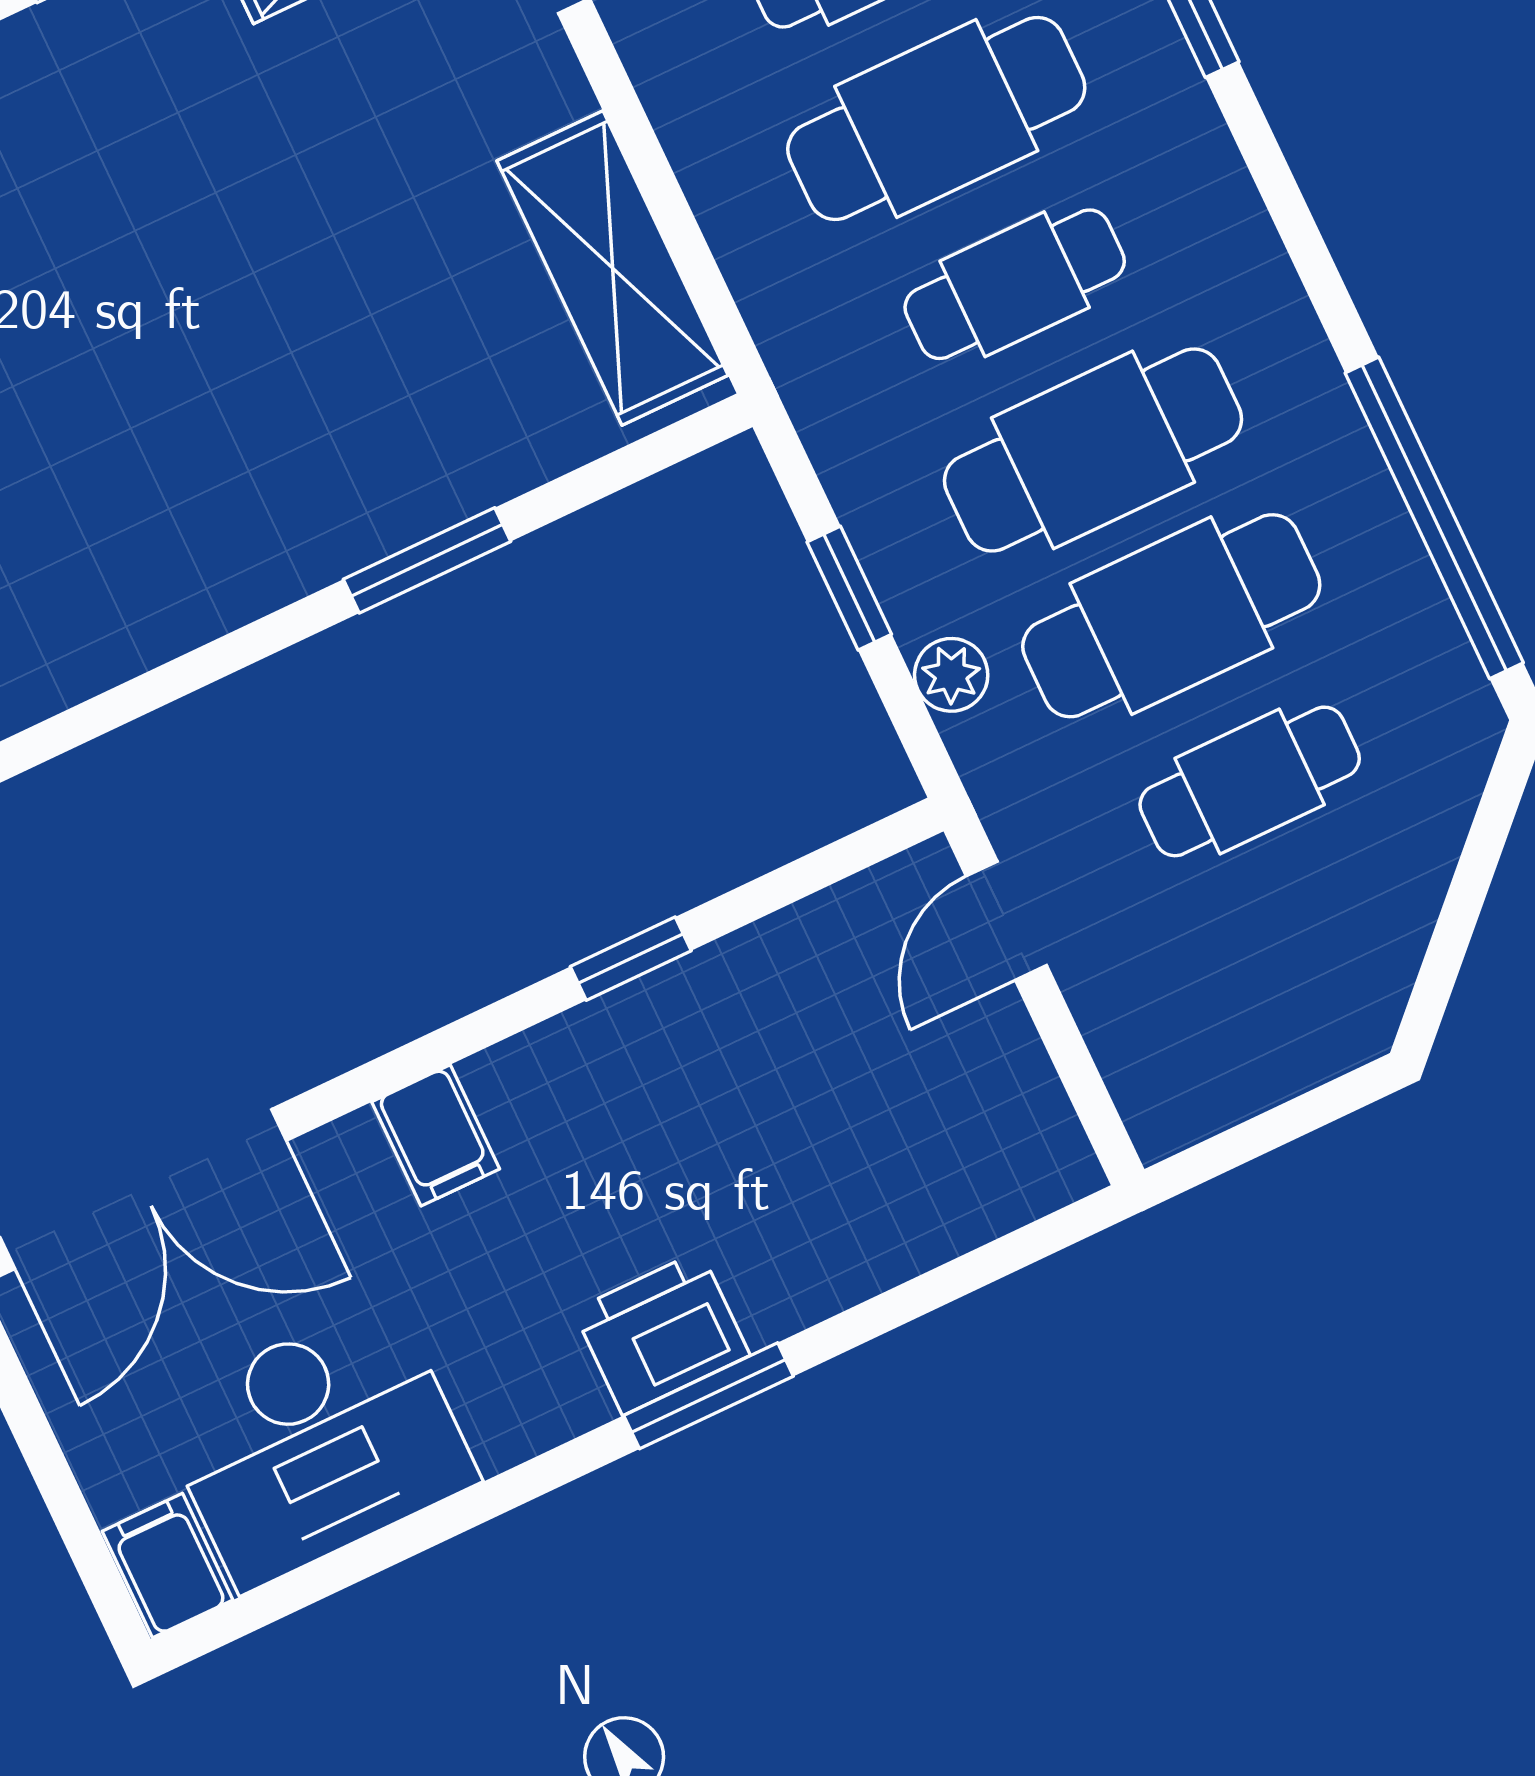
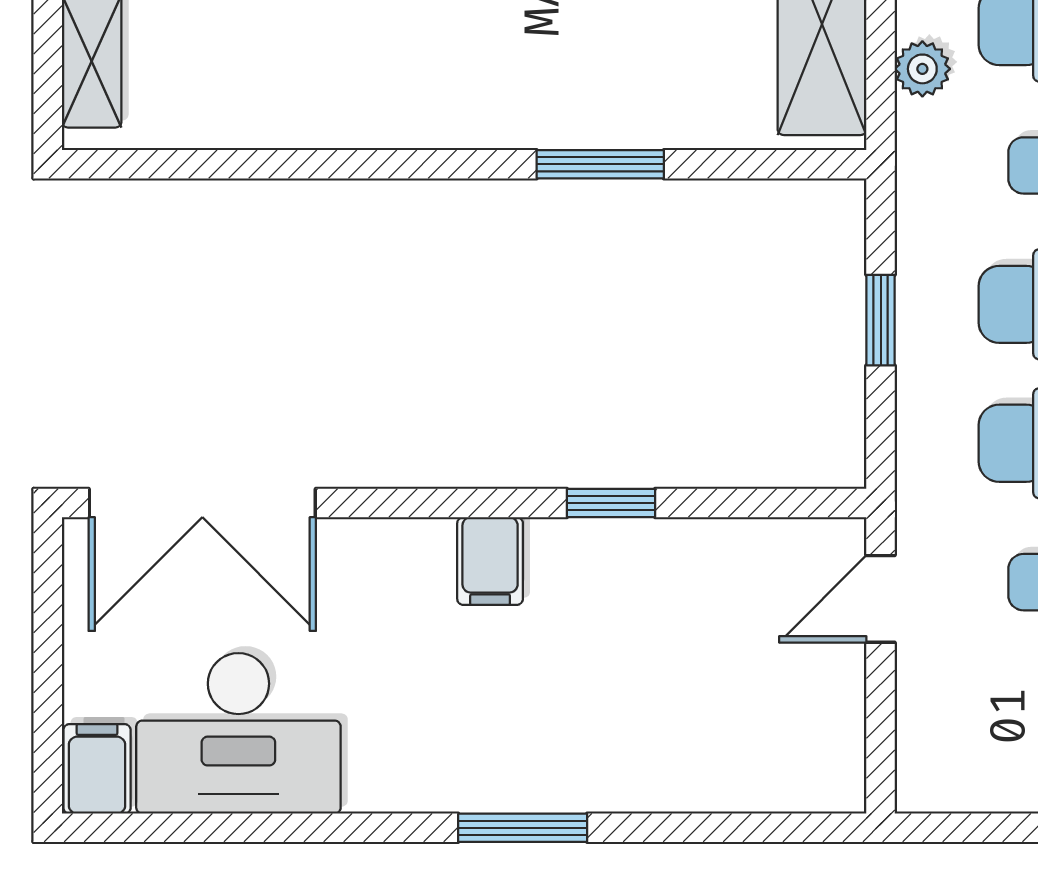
plant: (951, 675) -> (922, 69), moved
filing cabinet: (436, 1135) -> (490, 561), moved
printer: (662, 1333) -> (511, 769), removed

